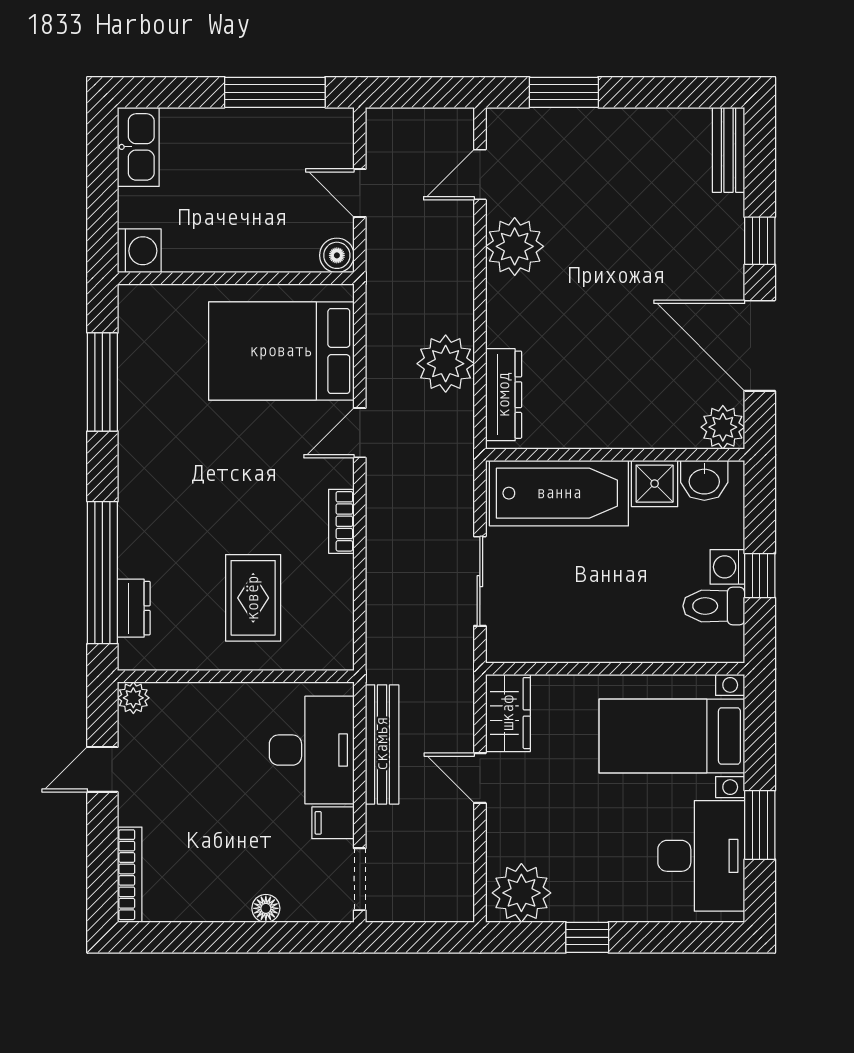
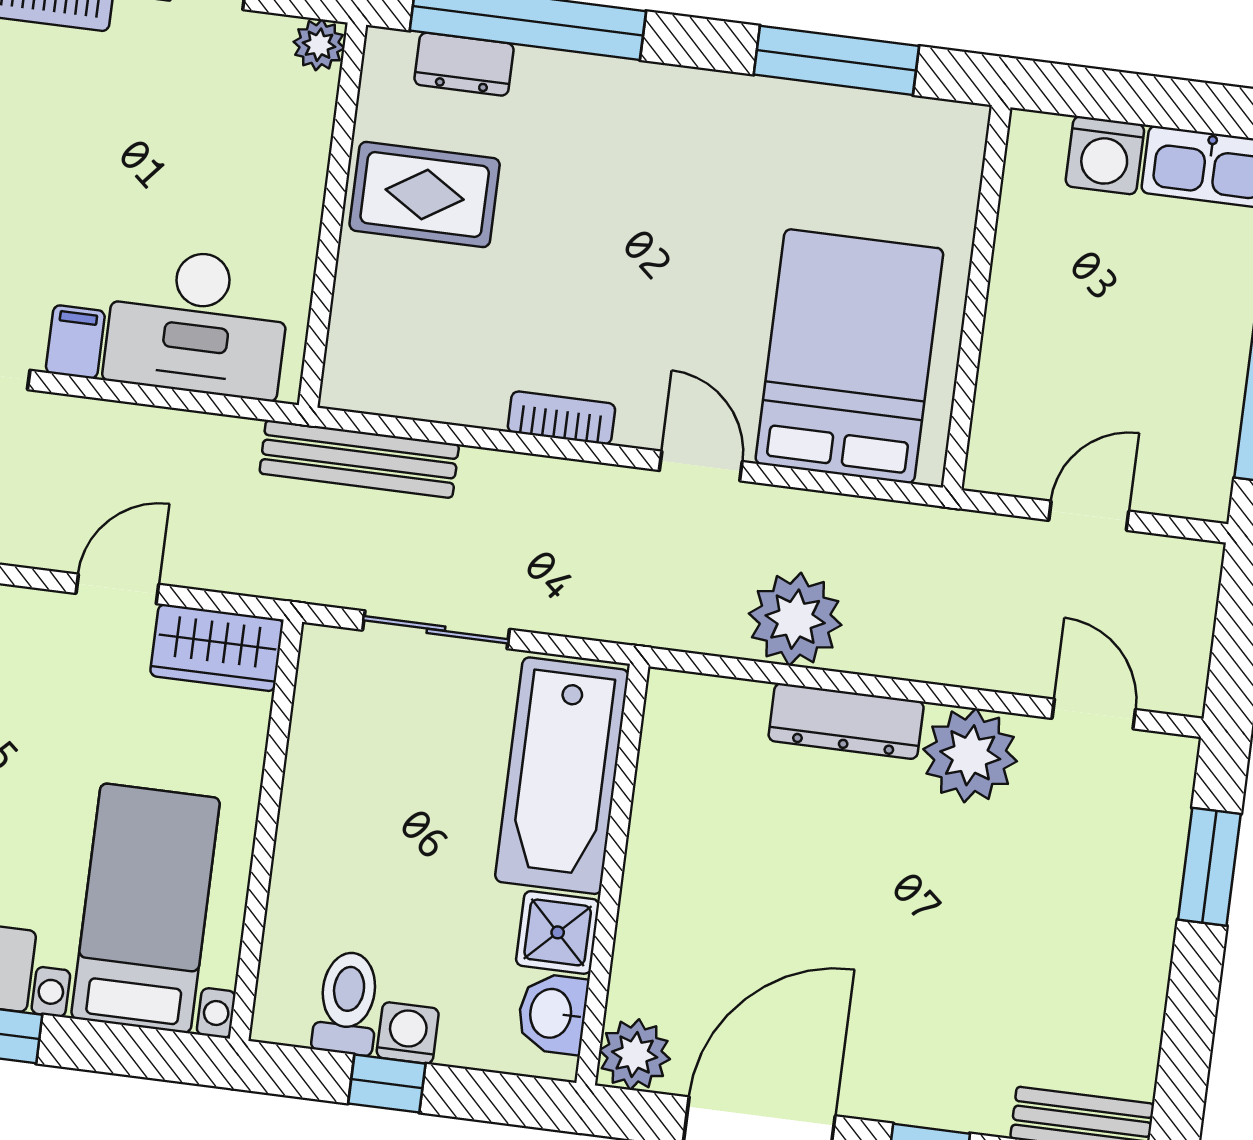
washing machine: (139, 251) -> (1105, 155), moved
boiler: (337, 255) -> (993, 466), removed
dresser: (504, 395) -> (846, 721), moved
rug: (253, 598) -> (425, 195), moved
bench: (382, 744) -> (359, 459), moved

